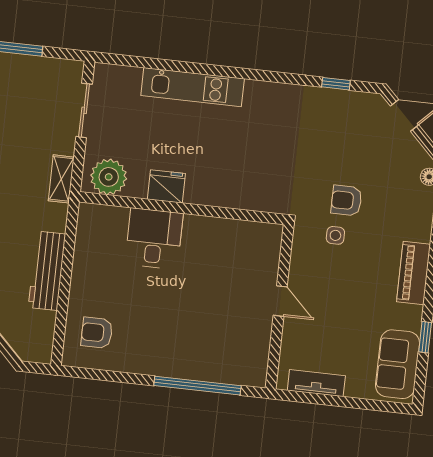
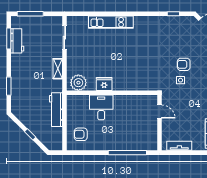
plant: (109, 177) -> (78, 83), moved
fridge: (166, 186) -> (104, 84), moved
wall: (182, 208) -> (112, 93), moved
desk: (154, 239) -> (101, 107), moved

